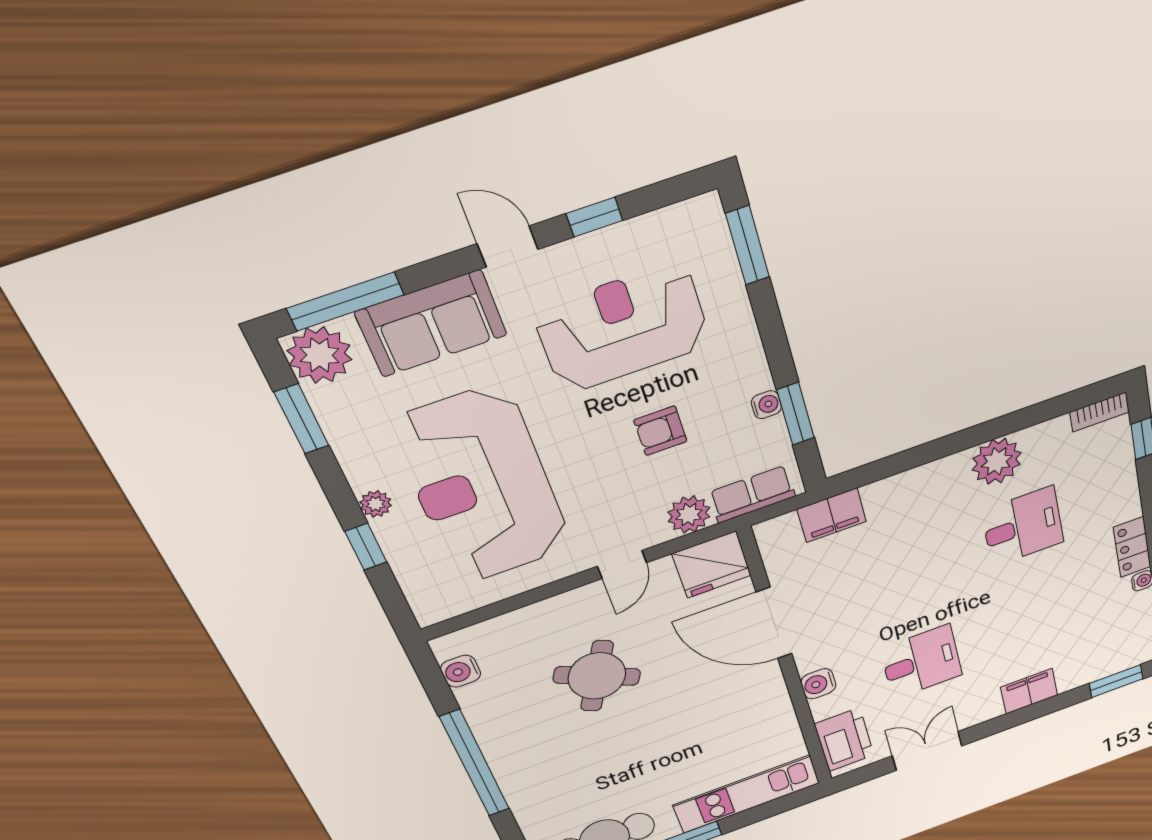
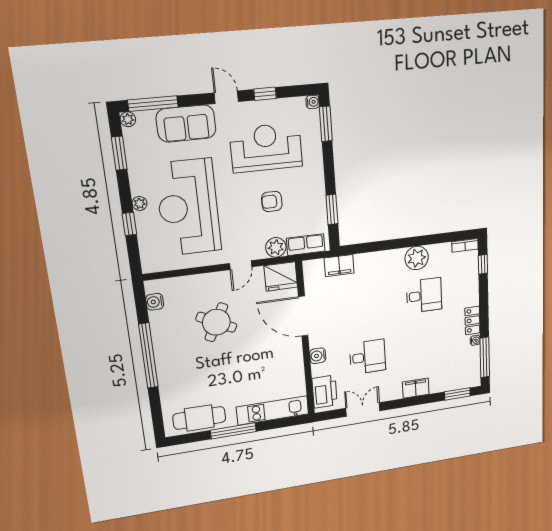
plant: (320, 355) -> (128, 119), width x0.53, depth x0.53
water cooler: (766, 405) -> (313, 102), moved

